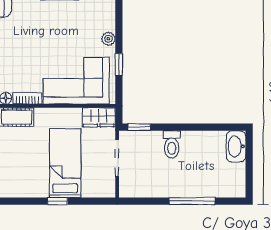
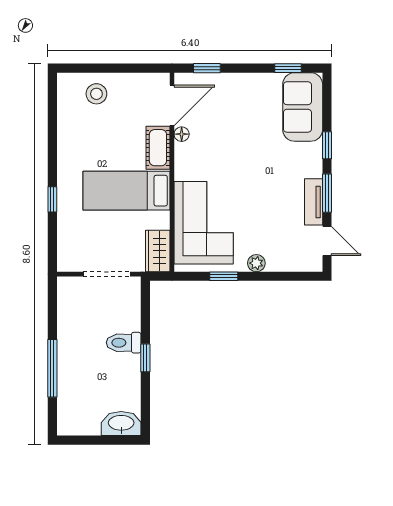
bookcase: (27, 98) -> (181, 161), removed
window: (139, 127) -> (145, 358), moved
bed: (65, 163) -> (126, 191), moved, turned 180

